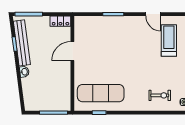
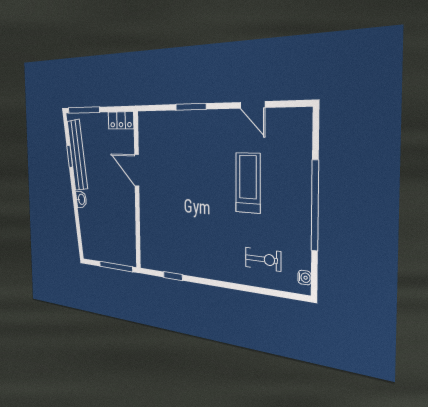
treadmill: (169, 40) -> (248, 183), moved
door: (72, 51) -> (137, 170), hinge flipped
exercise mat: (101, 93) -> (175, 244), removed

